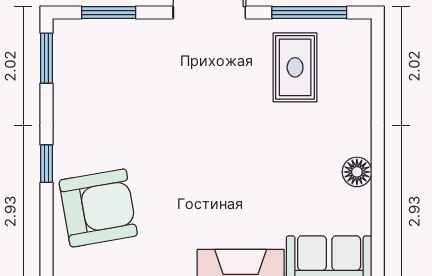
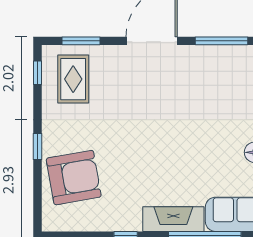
window: (46, 58) -> (38, 73), width x0.67
rug: (295, 67) -> (73, 79), moved

